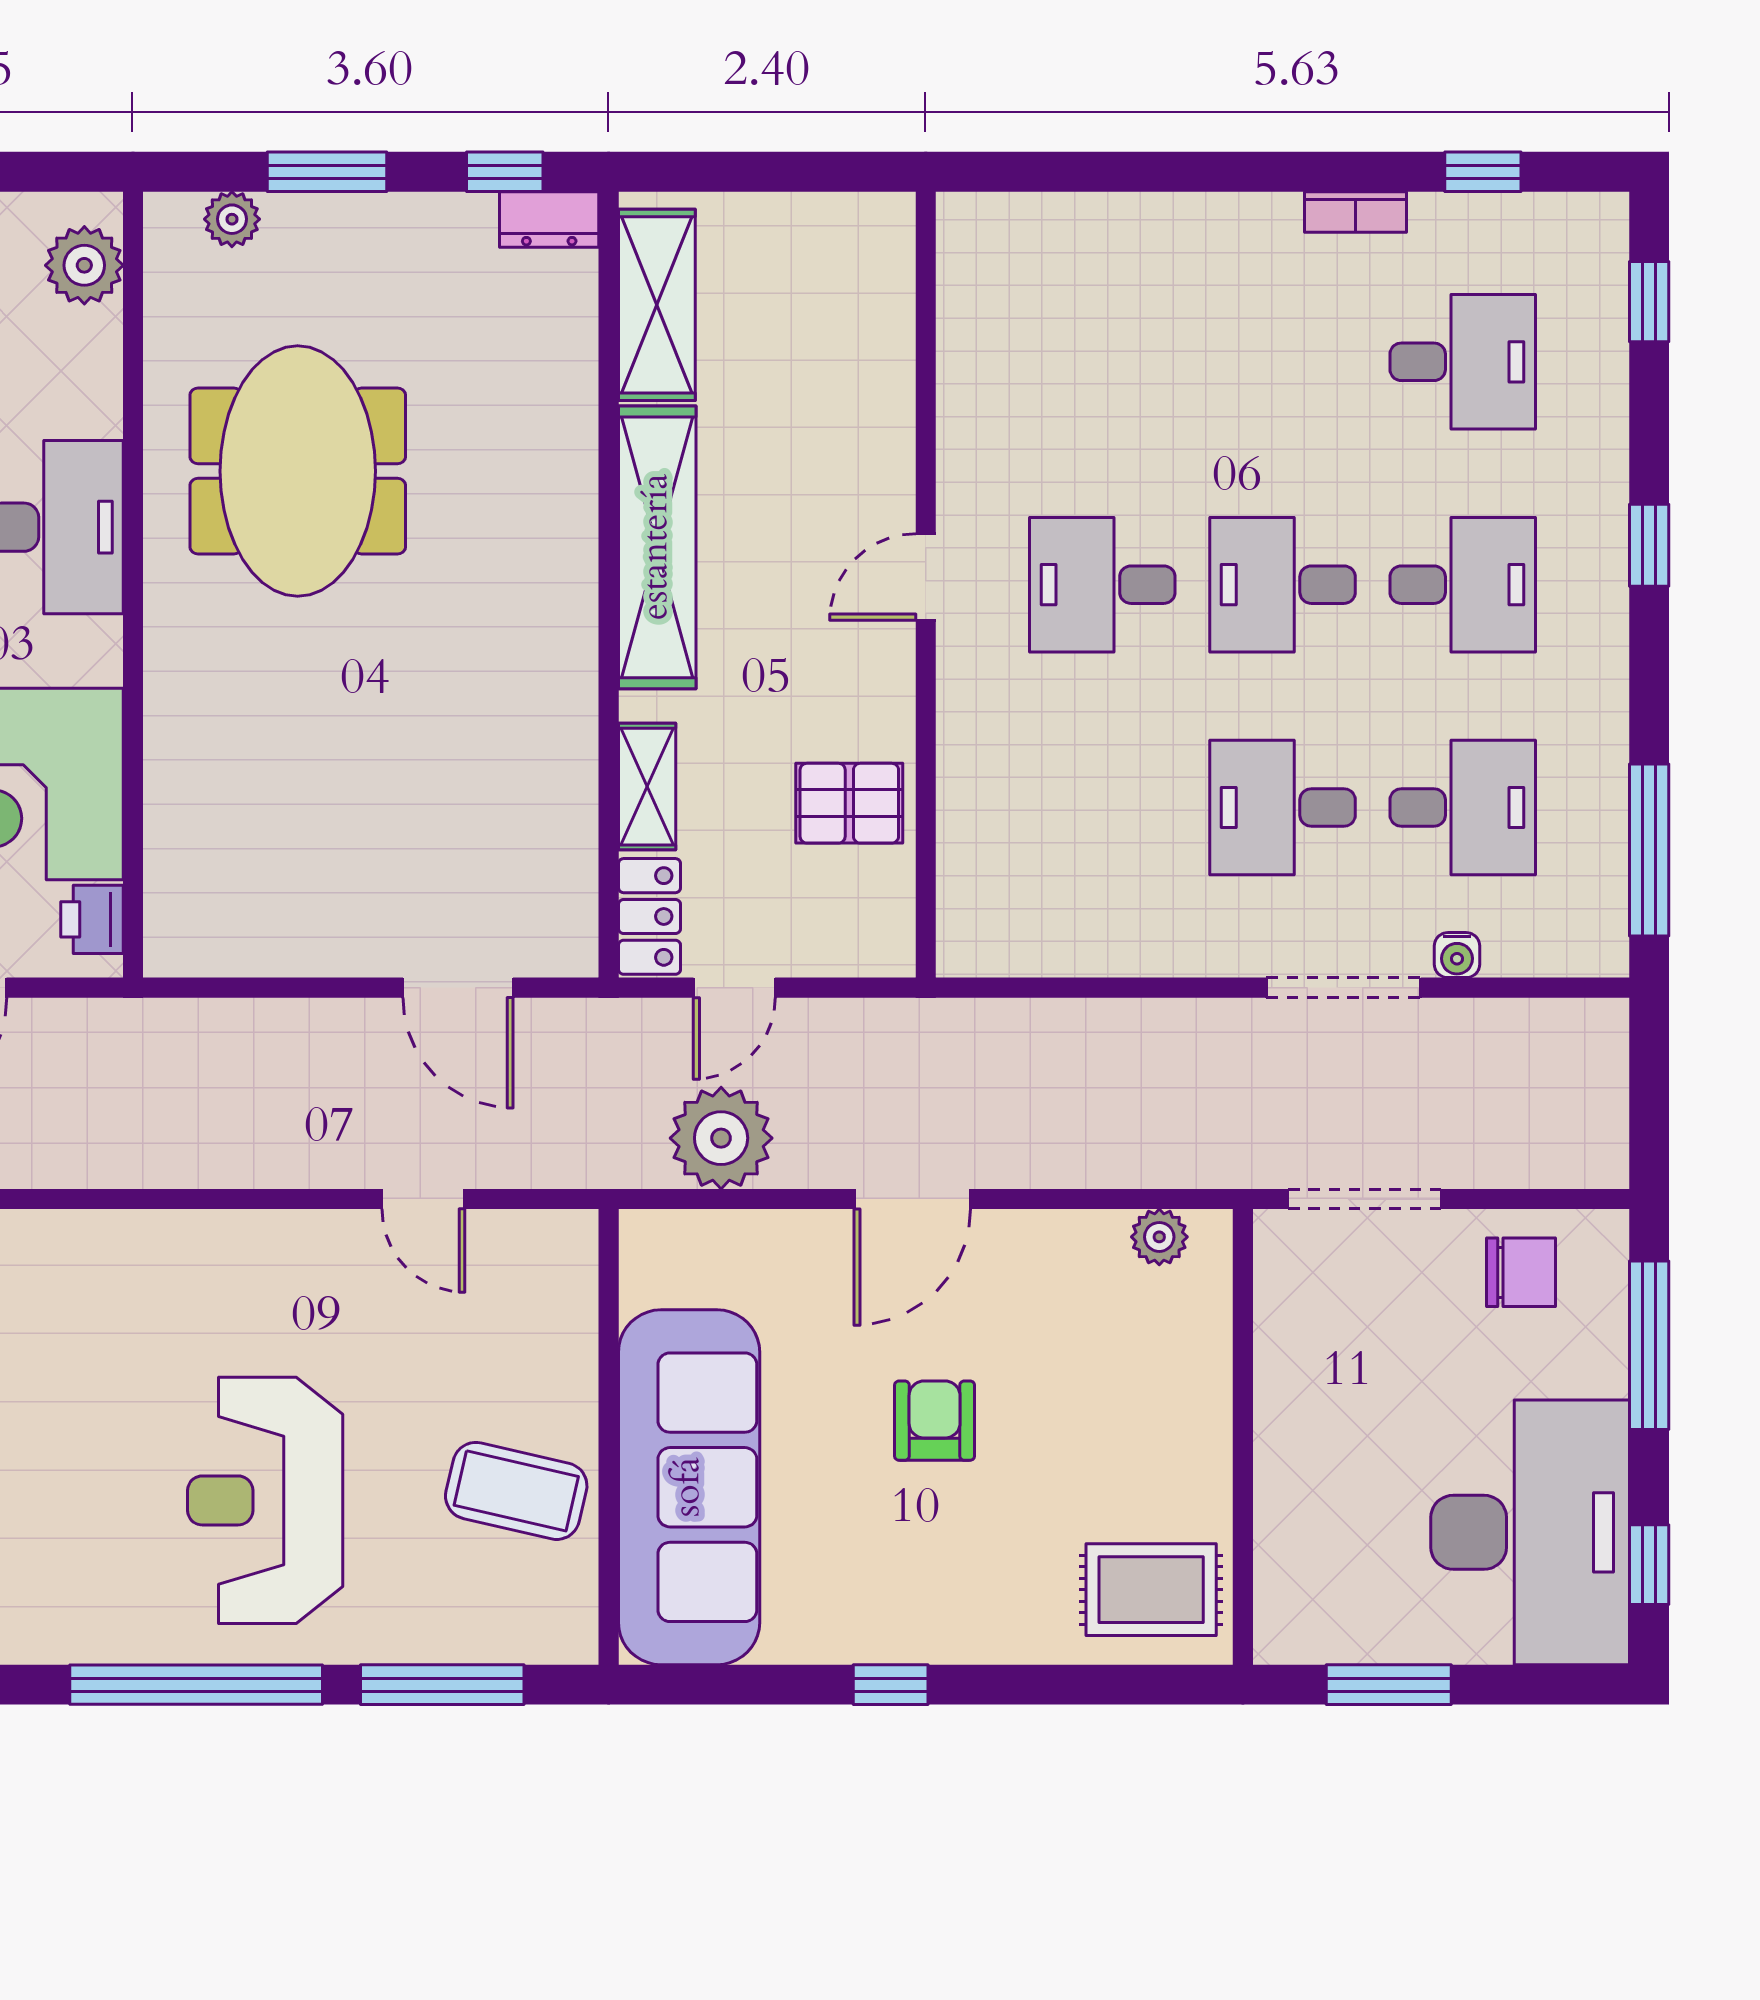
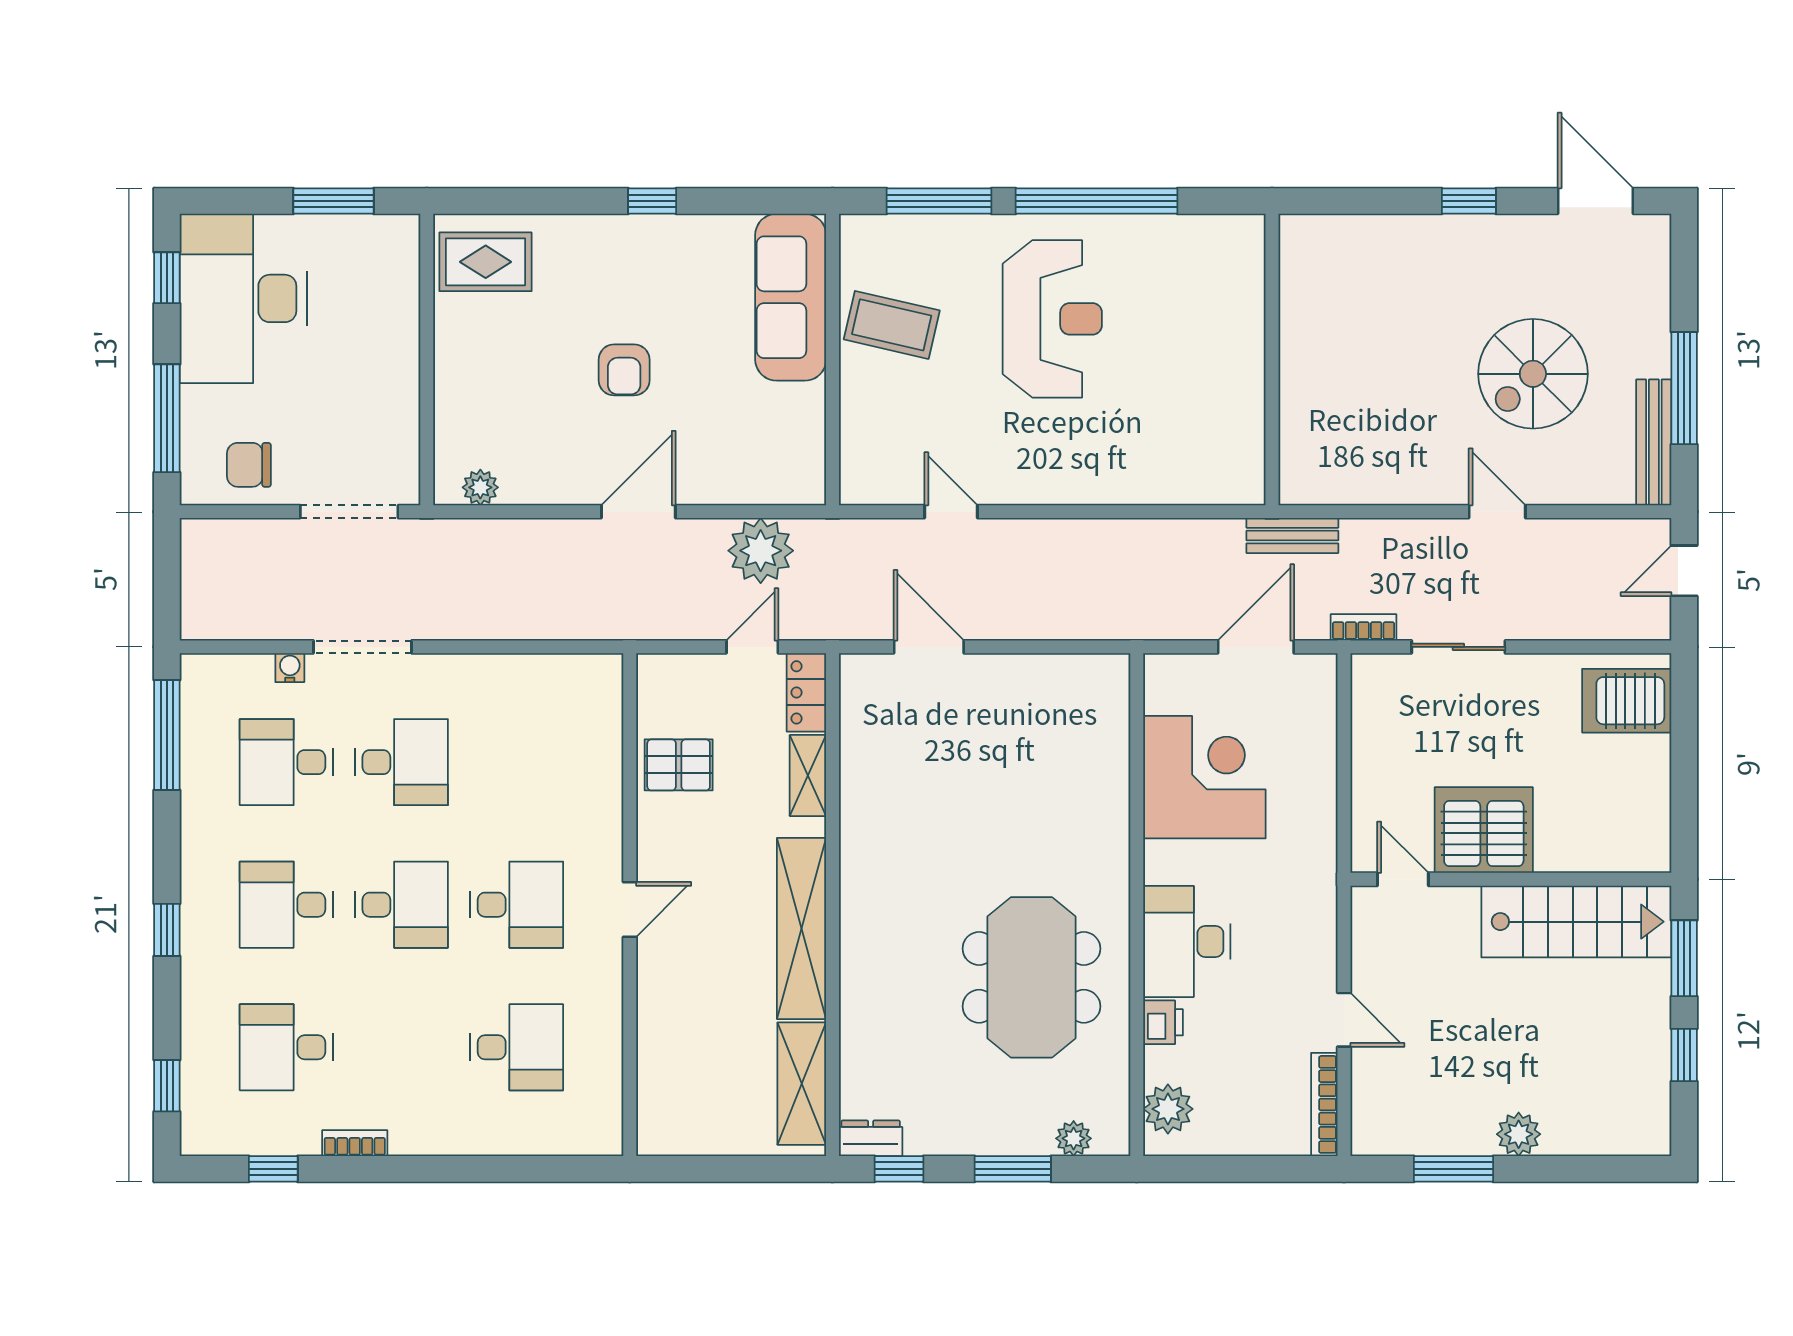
desk: (1102, 362) -> (517, 1047), added
printer: (92, 919) -> (1163, 1022), moved
sofa: (689, 1487) -> (791, 297), width x0.74, depth x0.79

